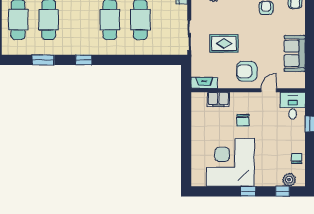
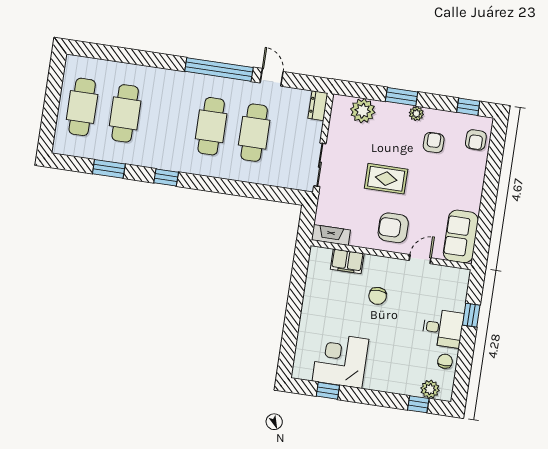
rug: (224, 43) -> (386, 179), moved
sofa: (295, 53) -> (461, 236), moved
desk: (293, 106) -> (443, 328), moved, turned 90
corner desk: (230, 162) -> (341, 360), width x0.74, depth x0.74
window: (248, 191) -> (328, 391), moved

